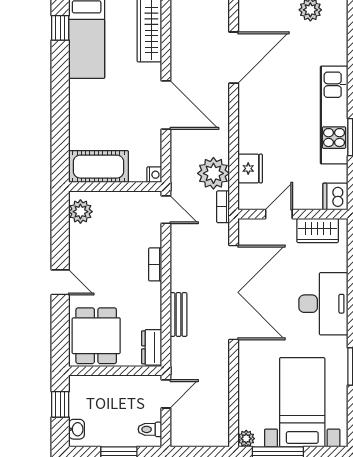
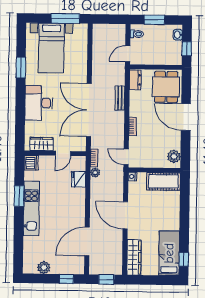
plant: (213, 173) -> (95, 173), width x0.53, depth x0.53
door: (60, 282) -> (186, 117), width x1.88
plant: (246, 439) -> (83, 28), removed

